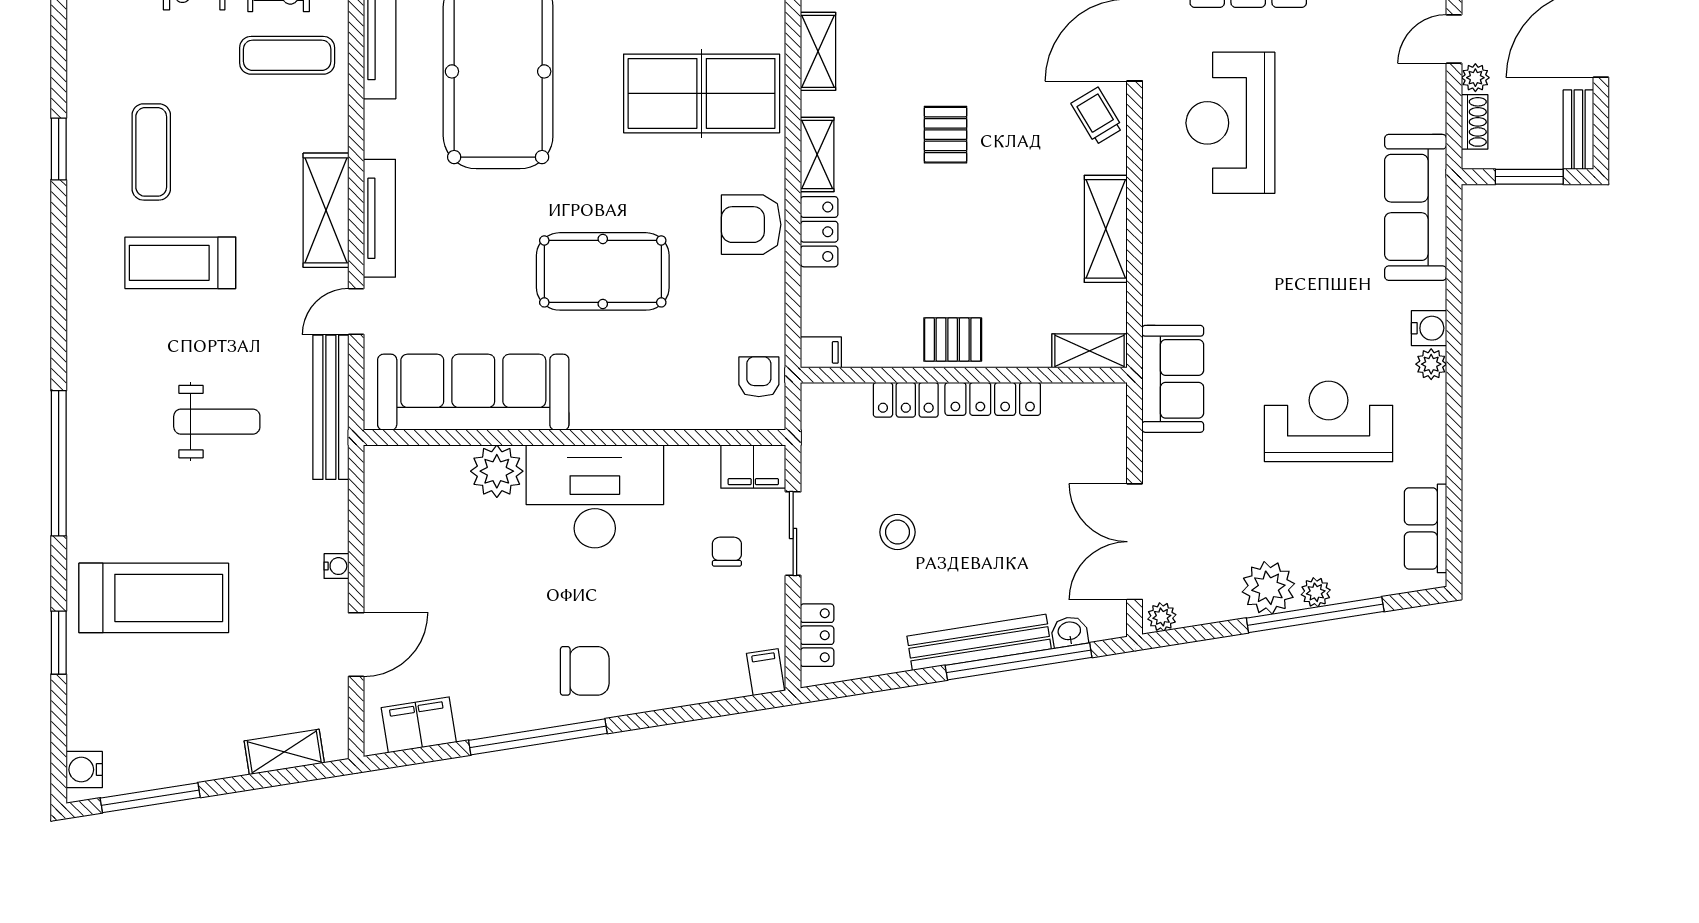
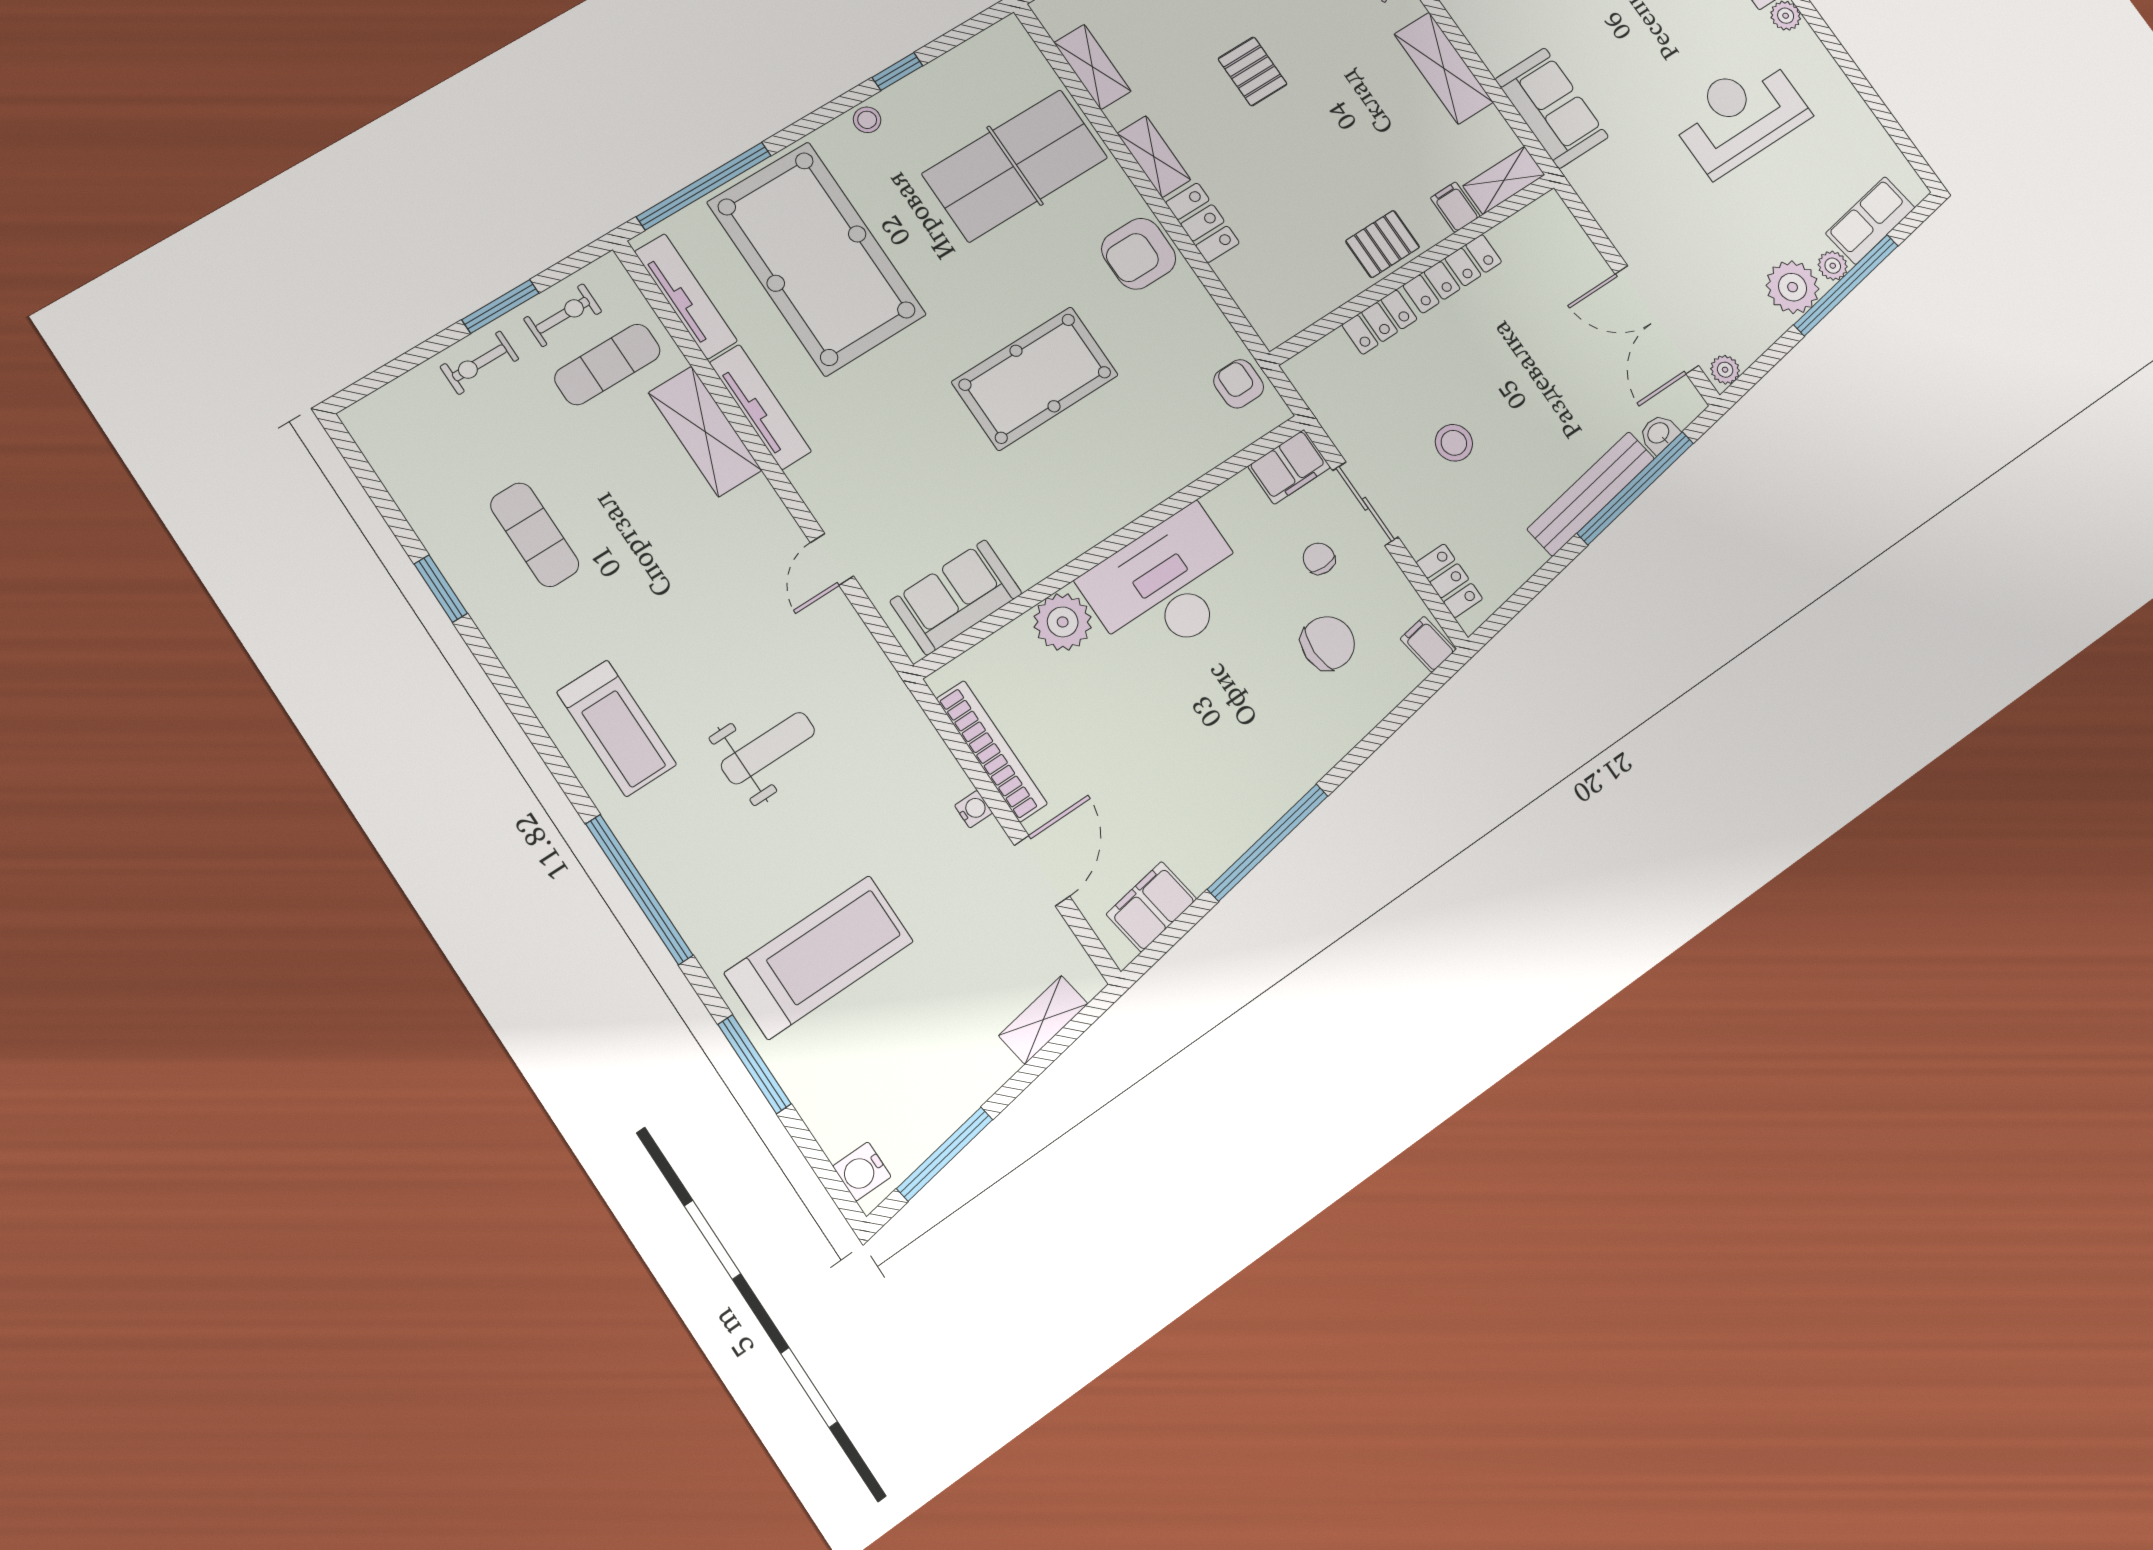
shelving: (326, 210) -> (705, 432), moved
tv unit: (379, 218) -> (760, 407), moved
treadmill: (180, 263) -> (617, 728), moved, turned -90
filing cabinet: (821, 352) -> (1455, 207), moved, turned -90
sofa: (1173, 379) -> (1552, 108), moved
sofa: (473, 392) -> (956, 597), width x0.54, depth x0.79
bench: (331, 407) -> (868, 664), removed
row of seats: (1425, 528) -> (1870, 221), moved, turned 81
bookcase: (379, 532) -> (992, 751), added
window: (59, 643) -> (754, 1064), width x1.44
chair: (585, 671) -> (1328, 643), moved

